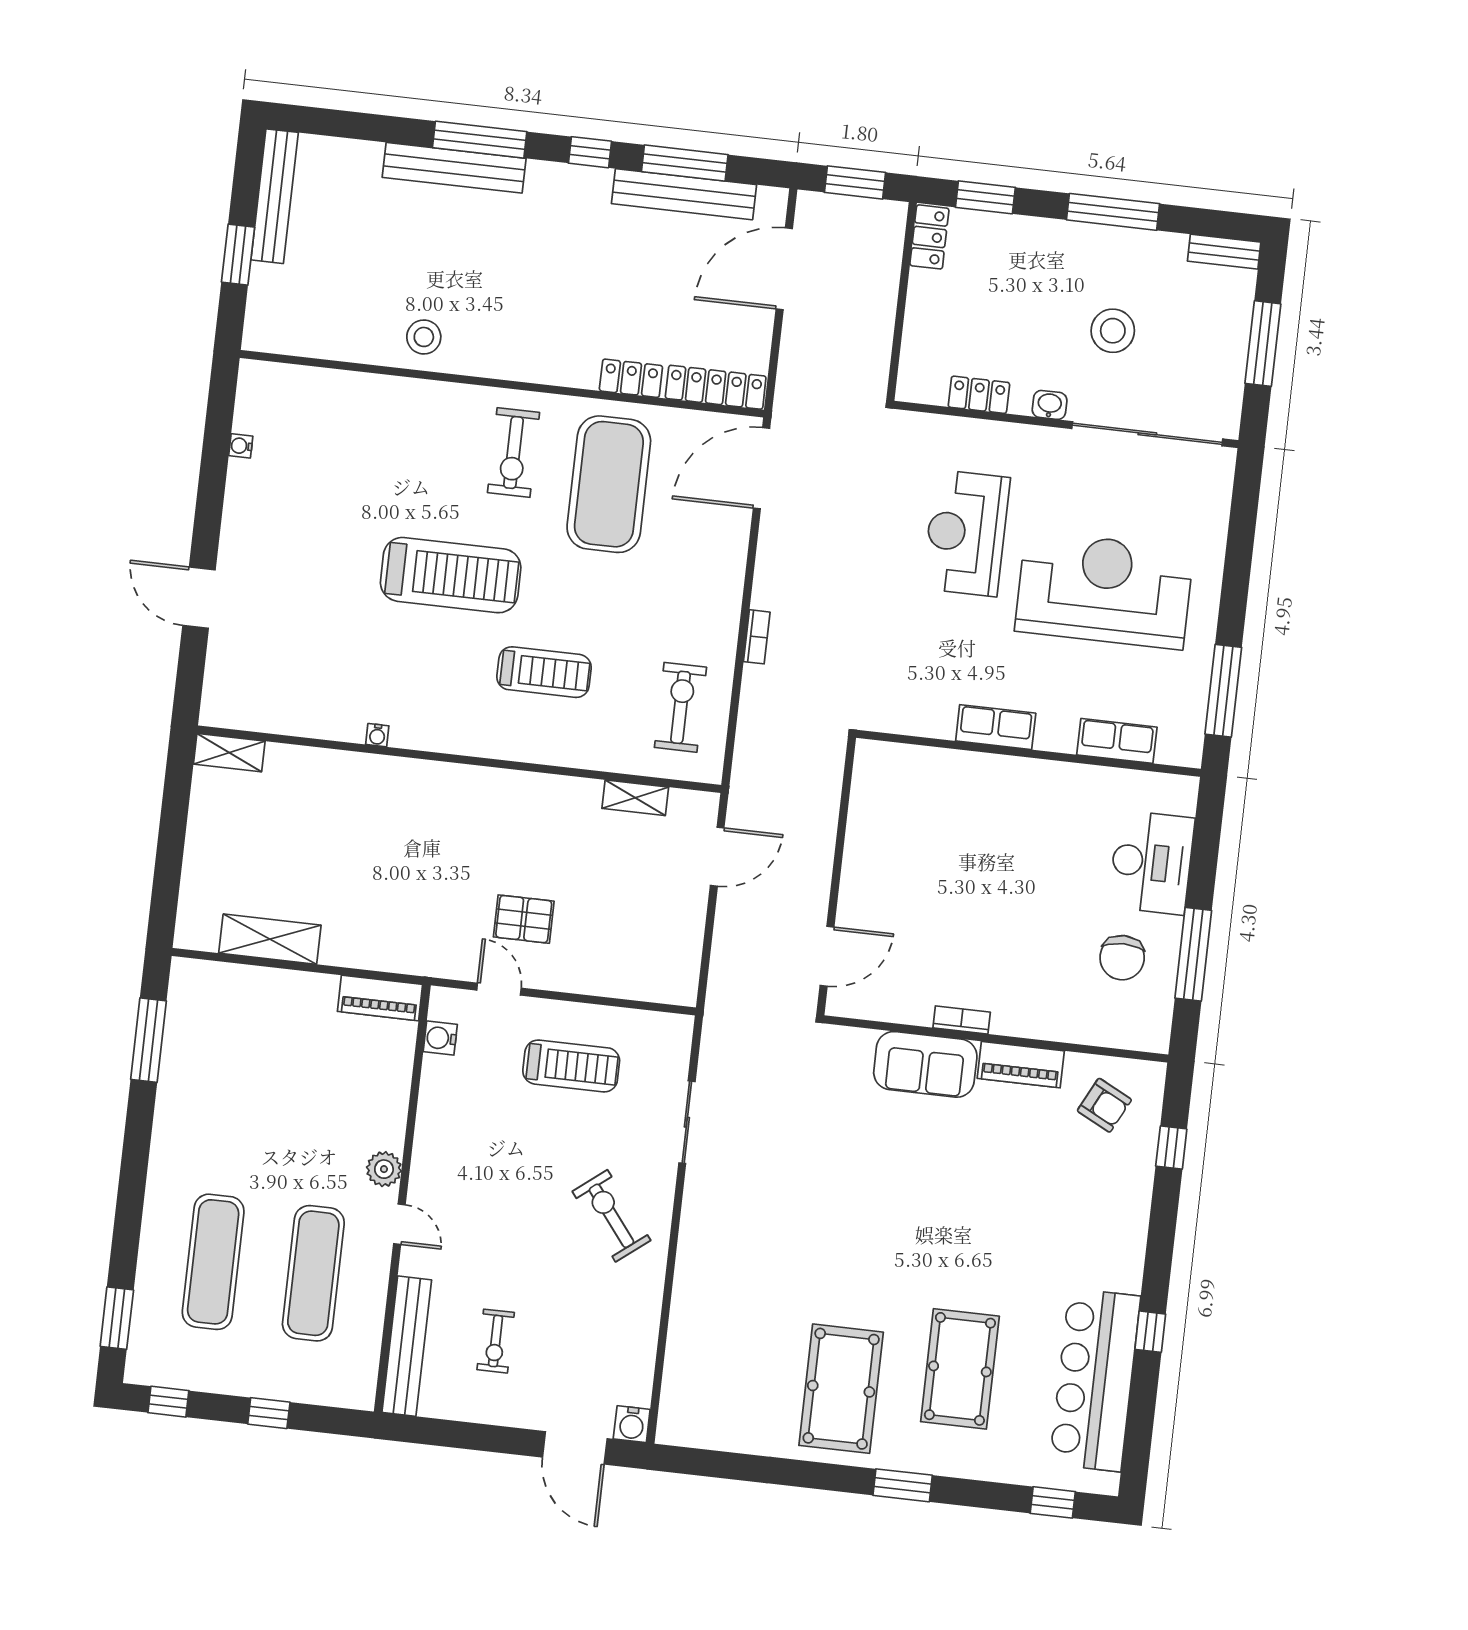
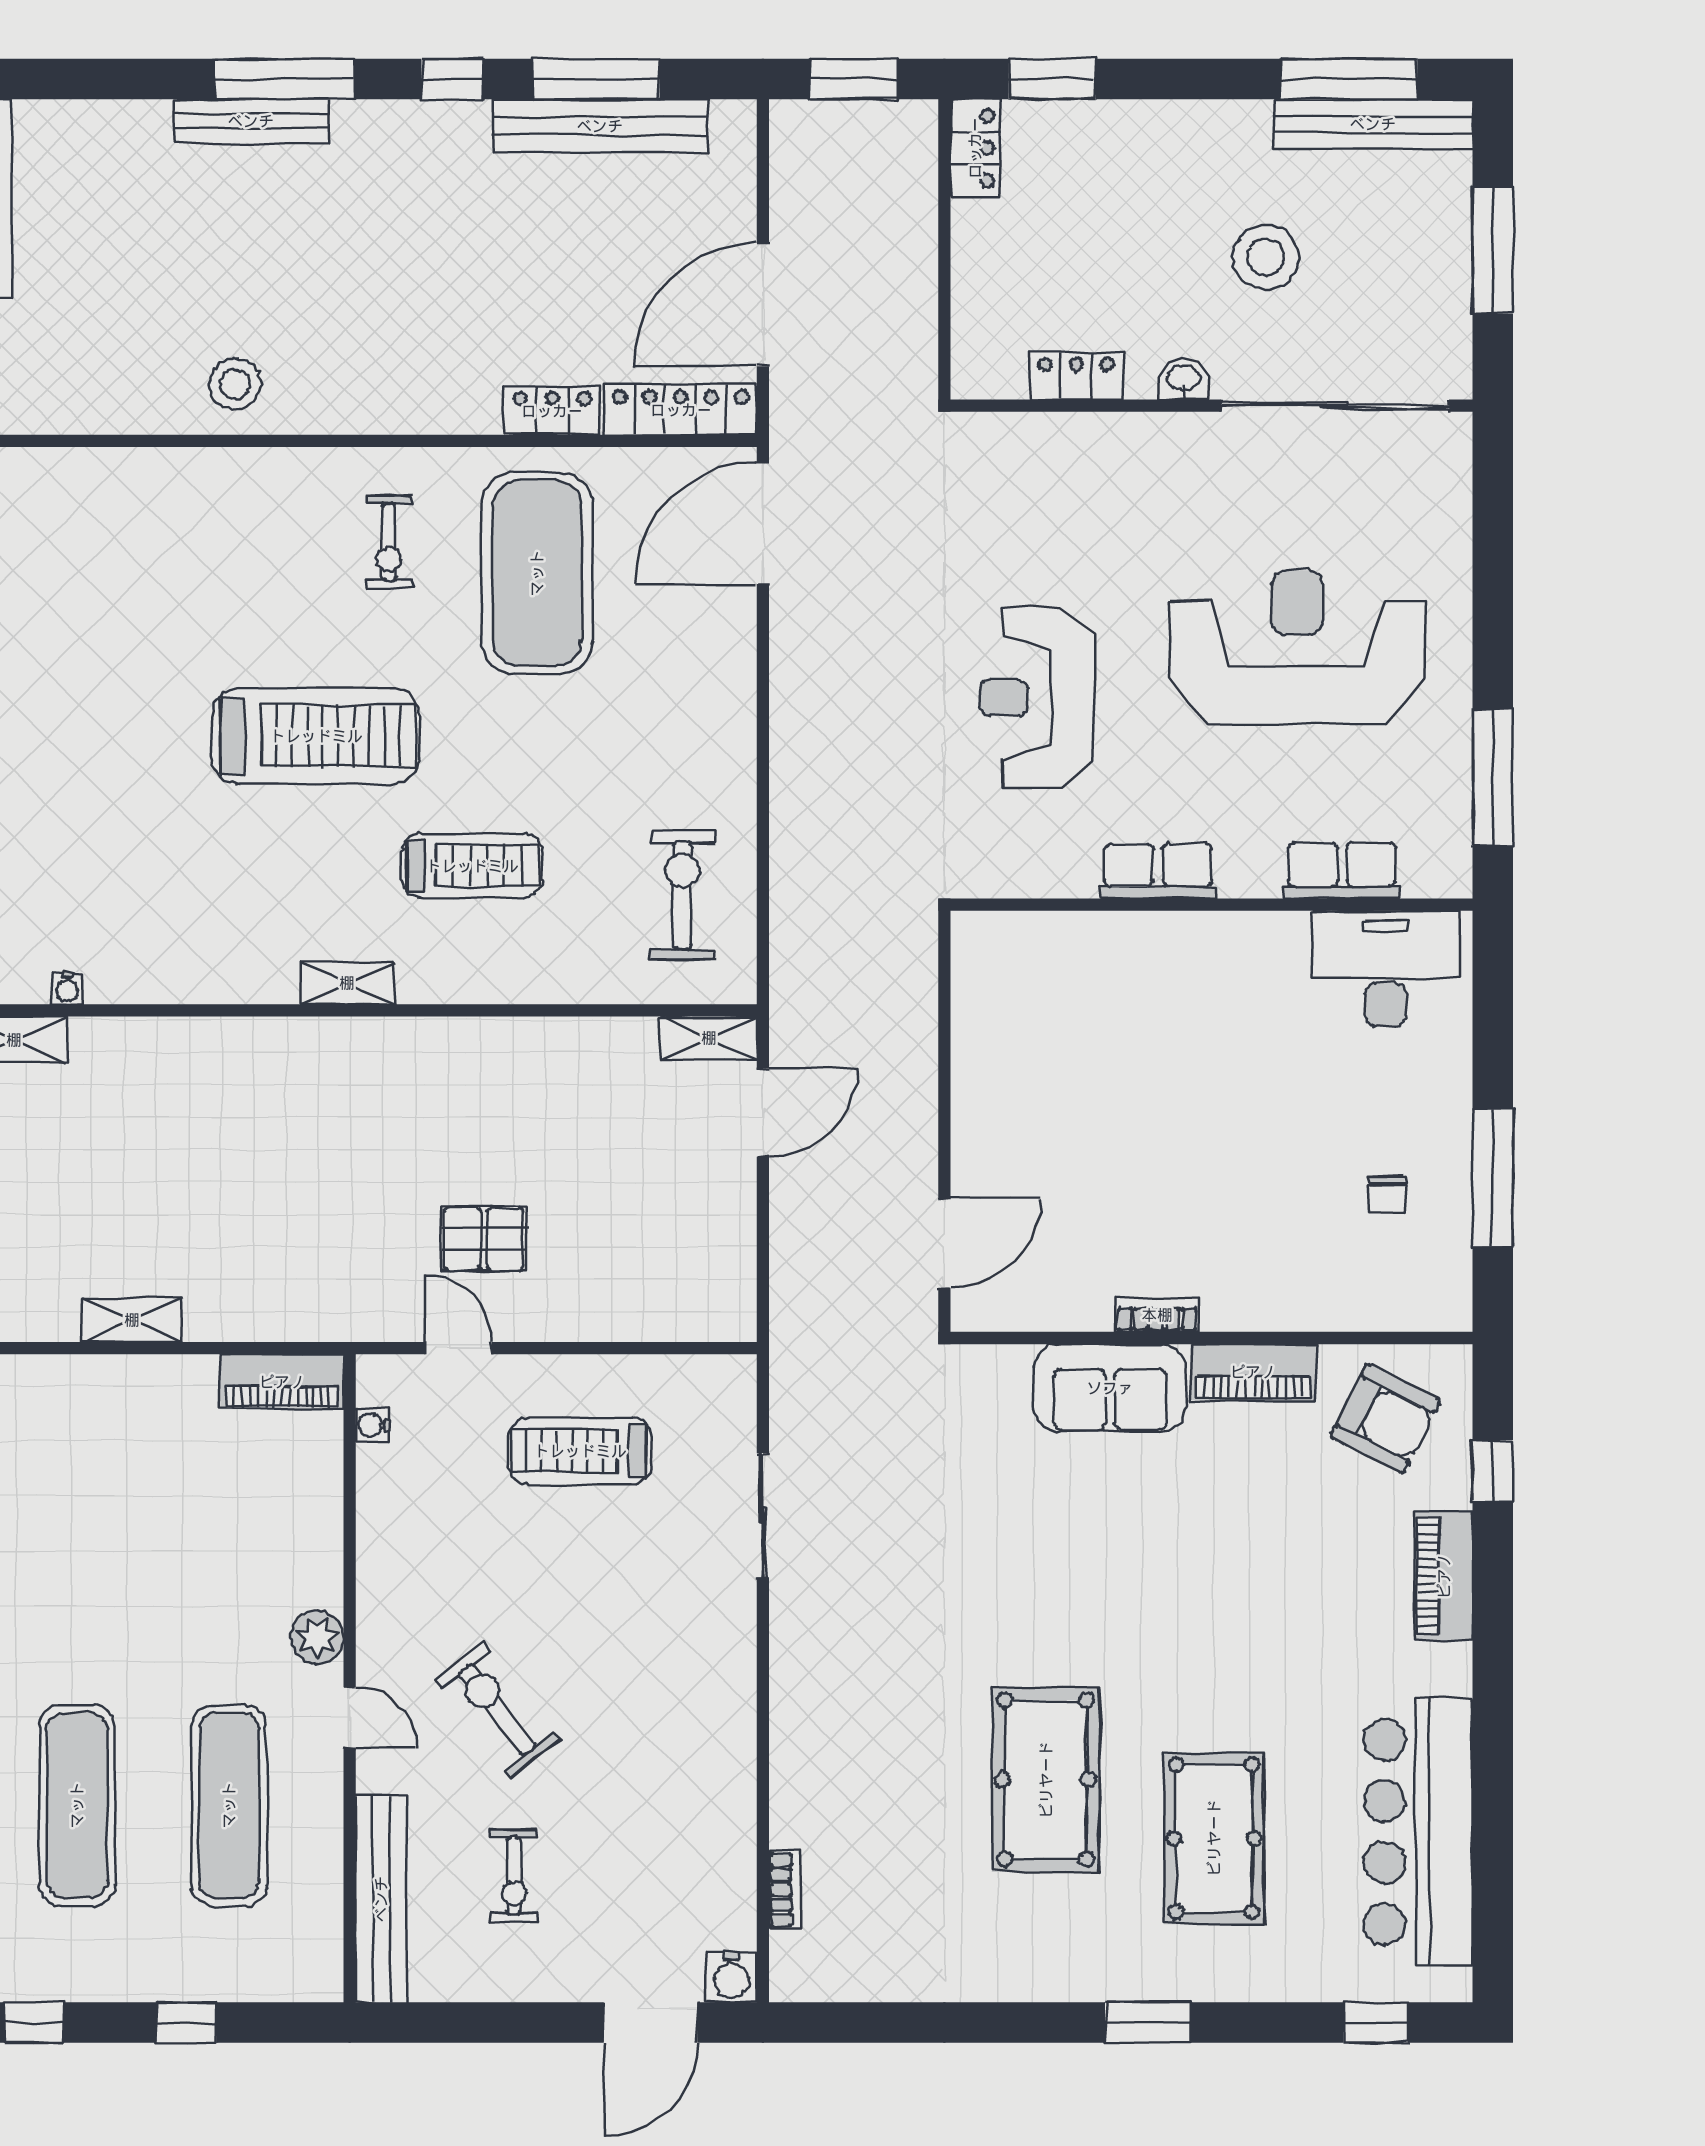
bench: (454, 168) -> (251, 121), width x0.73, depth x0.82
window: (1113, 212) -> (1349, 79), moved
bench: (1224, 252) -> (1373, 124), width x1.86, depth x1.21
door: (784, 269) -> (763, 305), moved
exercise bike: (513, 453) -> (389, 542), width x0.73, depth x0.72
reception desk: (966, 533) -> (1037, 698), moved
bookcase: (757, 637) -> (785, 1890), moved
water cooler: (377, 735) -> (67, 988), moved
shelving: (453, 740) -> (347, 983), added
shelving: (635, 798) -> (709, 1038), moved
desk: (1152, 862) -> (1386, 969), moved, turned -90
shelving: (270, 939) -> (132, 1320), width x0.67, depth x0.75
chair: (1122, 958) -> (1387, 1195), width x0.54, depth x0.54
water cooler: (440, 1038) -> (373, 1425), width x0.72, depth x0.72
treadmill: (571, 1066) -> (580, 1451), turned 180
armchair: (1104, 1105) -> (1385, 1419), width x1.38, depth x1.38
piano: (1131, 1213) -> (1444, 1576), added
exercise bike: (611, 1216) -> (497, 1710), moved
window: (1150, 1332) -> (1493, 1750), removed
pool table: (841, 1389) -> (1046, 1780), moved
door: (575, 1448) -> (651, 2022), hinge flipped

